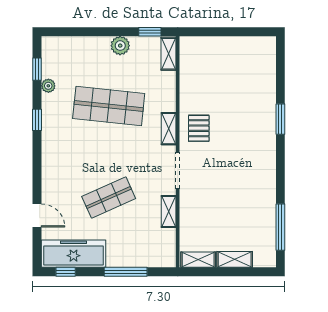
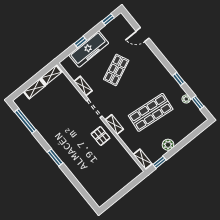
window: (280, 119) -> (55, 158), moved
freezer: (74, 254) -> (89, 49), moved
window: (126, 272) -> (80, 42), width x0.46

